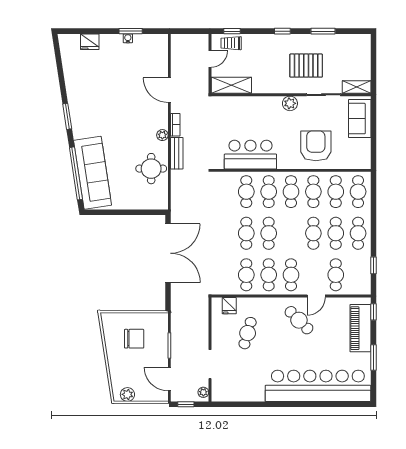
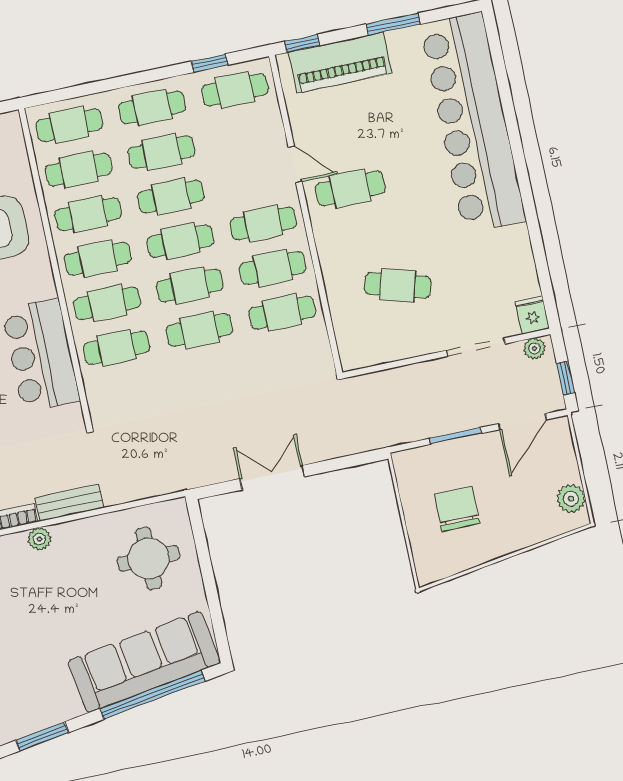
round table: (151, 169) -> (148, 558), moved
cafe table: (291, 233) -> (180, 241), added
double door: (168, 253) -> (272, 478), width x0.54
cafe table: (336, 275) -> (235, 90), moved
fridge: (229, 306) -> (532, 315), moved, turned -90
cafe table: (299, 320) -> (350, 188), turned 45

